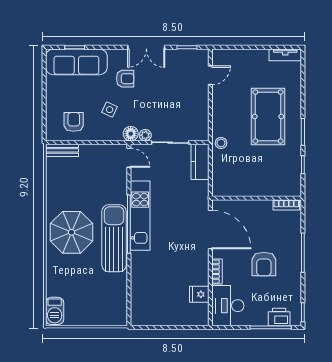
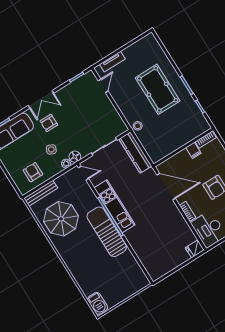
double door: (146, 47) -> (41, 99), moved
tv unit: (285, 55) -> (112, 62), moved
armchair: (125, 79) -> (49, 123), turned 180
plant: (145, 135) -> (66, 164), moved
bench: (62, 150) -> (41, 193), width x1.36
kitchen counter: (200, 162) -> (135, 153), width x1.50
filing cabinet: (265, 208) -> (193, 150), added
parasol: (71, 232) -> (61, 219), moved
fridge: (199, 294) -> (195, 249), moved

